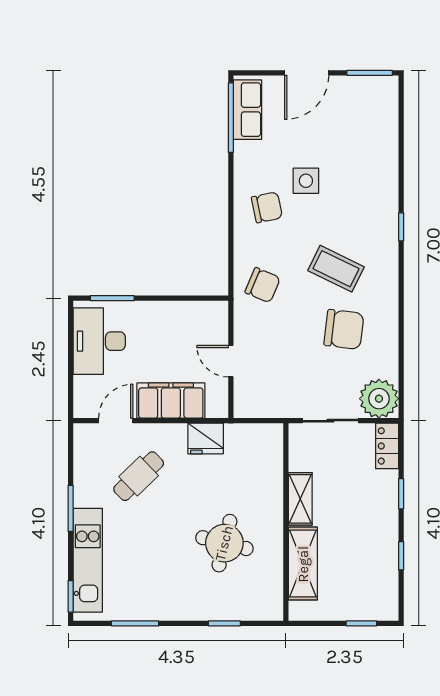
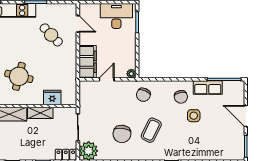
row of seats: (248, 110) -> (208, 87), moved
plant: (219, 310) -> (131, 74), added
filing cabinet: (171, 401) -> (88, 62), moved
fridge: (206, 439) -> (52, 97), moved, turned 90

